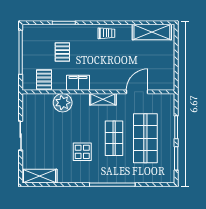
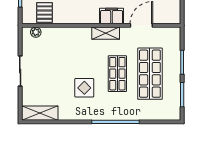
filing cabinet: (78, 83) -> (112, 16), moved
plant: (63, 103) -> (36, 32), moved, width x0.53, depth x0.53

